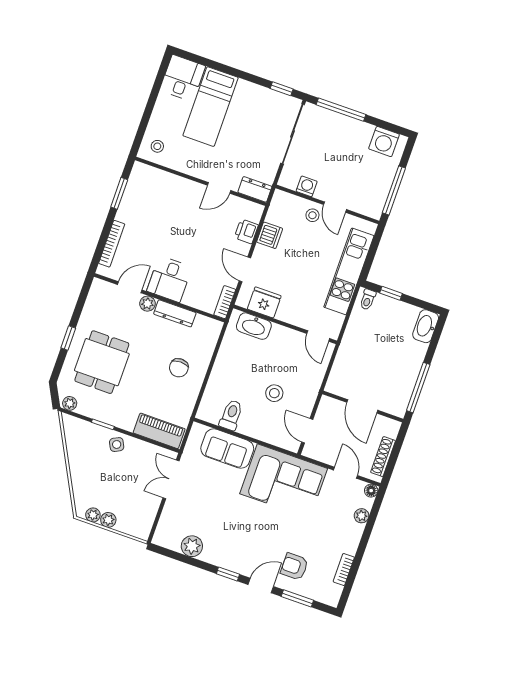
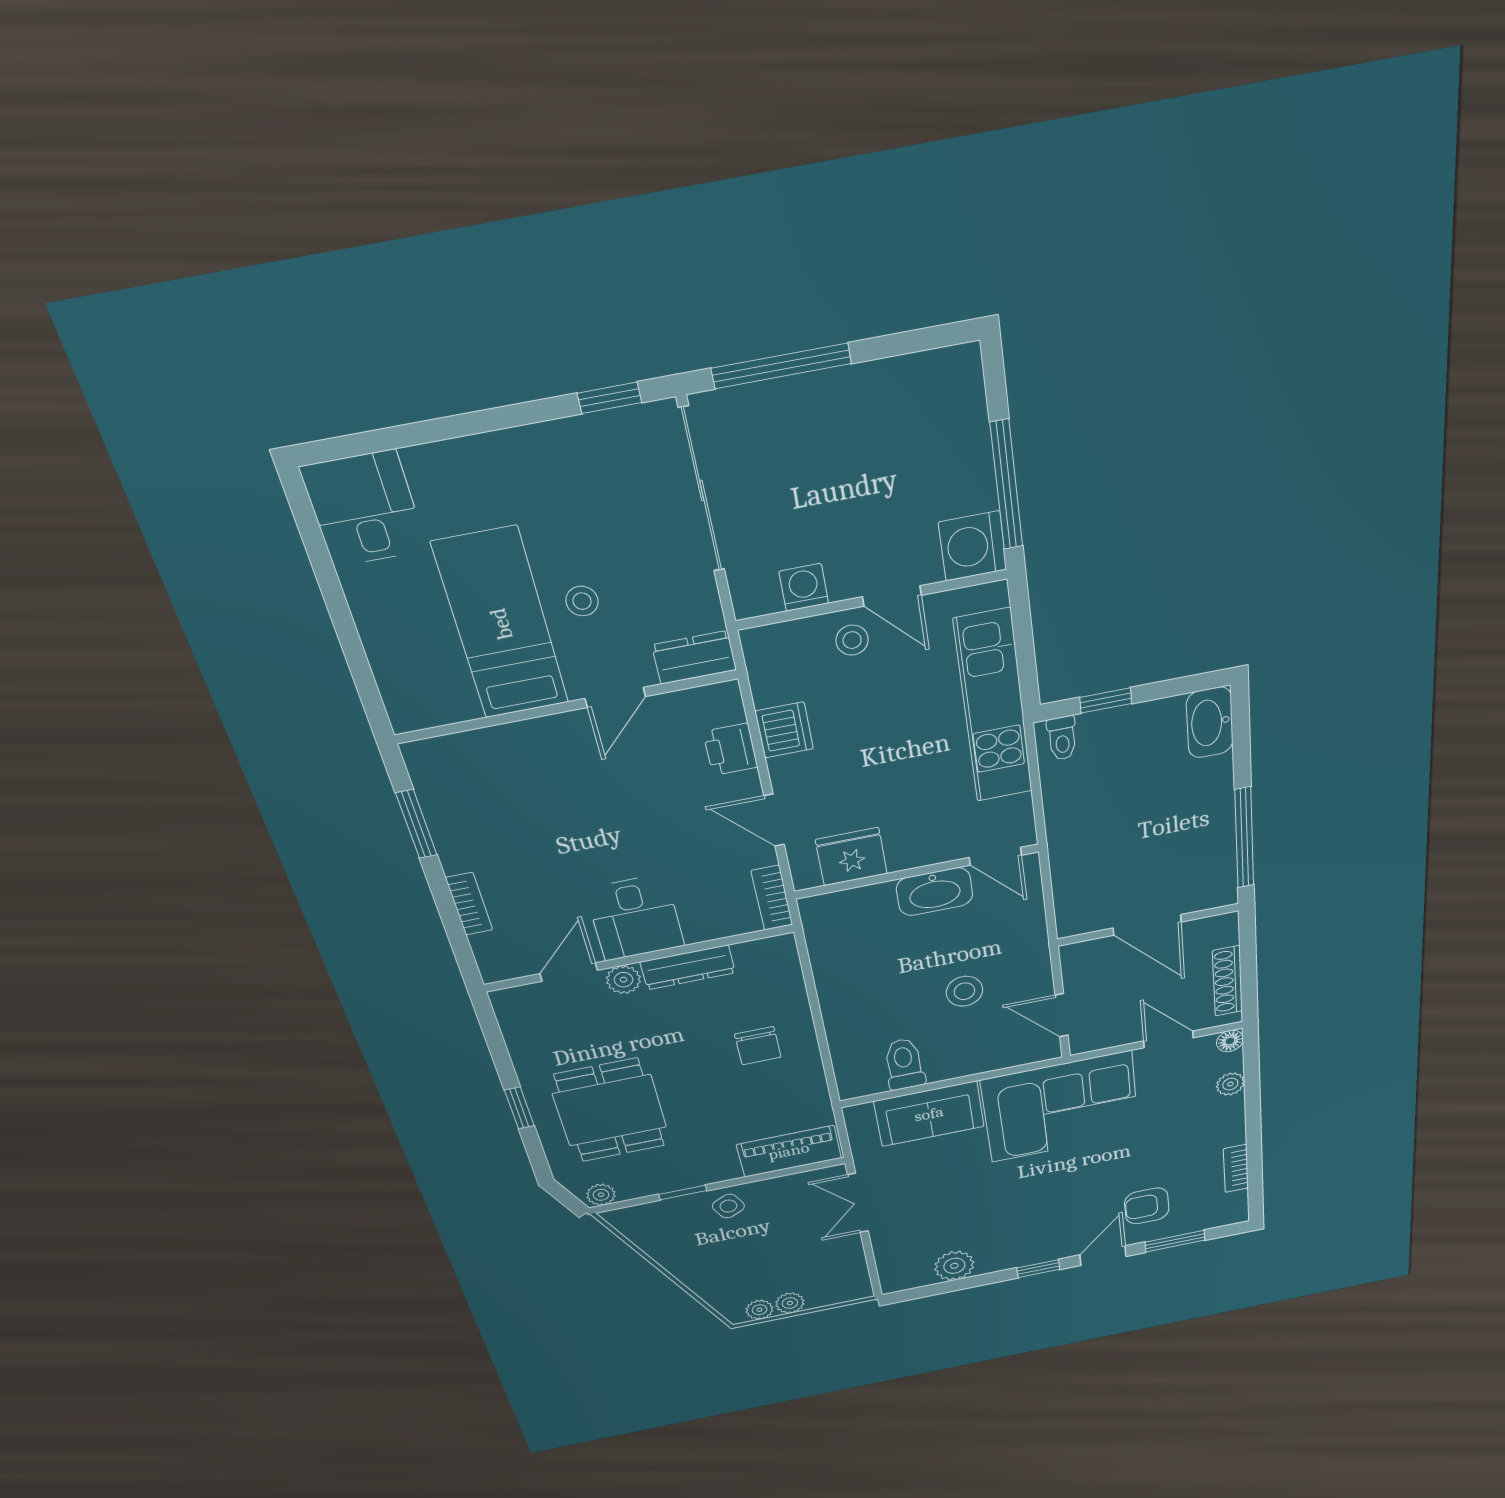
bed: (211, 107) -> (501, 624), moved, turned 180
washing machine: (384, 142) -> (973, 546), moved, turned 90
stool: (157, 146) -> (582, 601), moved
bookcase: (112, 244) -> (469, 904), width x0.64
washbasin: (254, 326) -> (935, 892), moved

